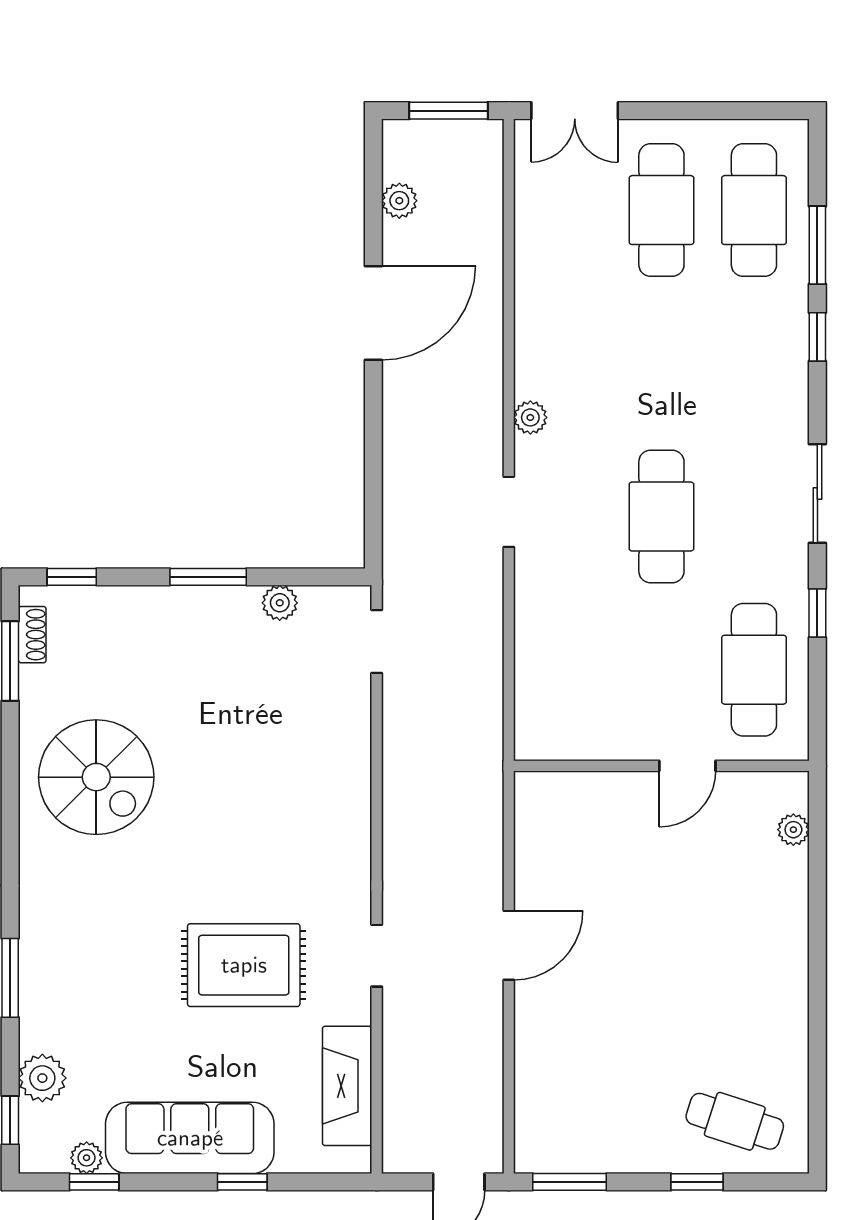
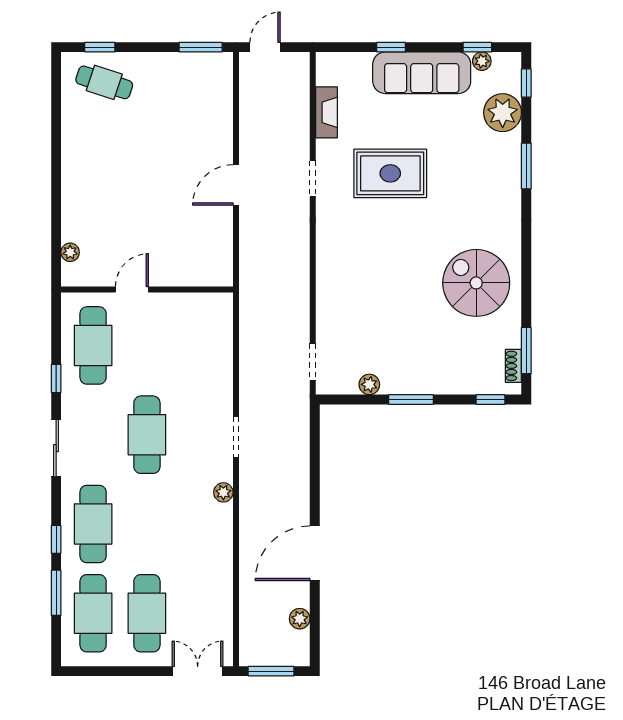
cafe table: (754, 363) -> (93, 524), added
plant: (42, 1078) -> (503, 113), width x1.36, depth x1.36
fireplace: (347, 1086) -> (327, 112), width x0.73, depth x0.76
window: (697, 1182) -> (100, 47), moved

